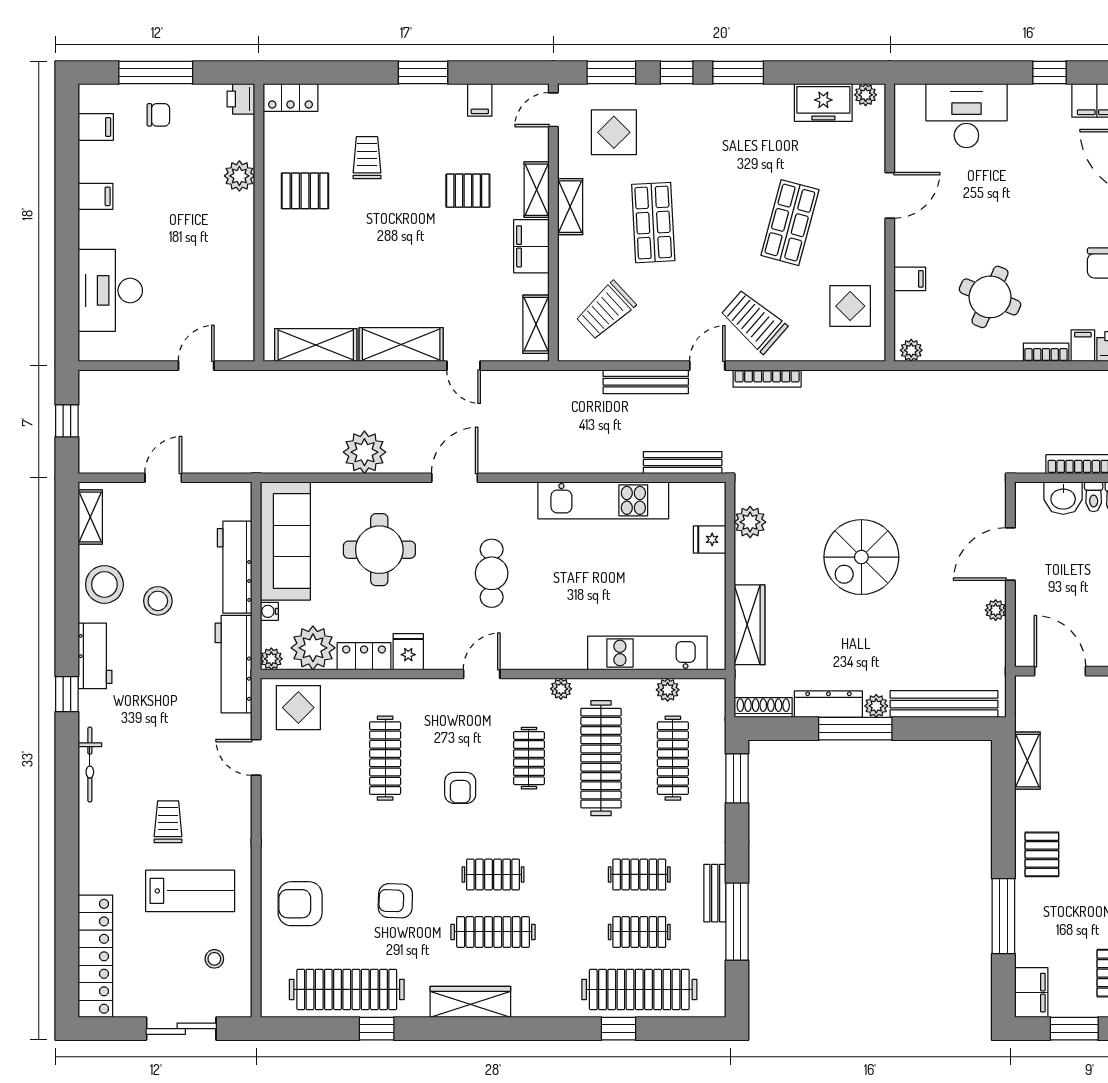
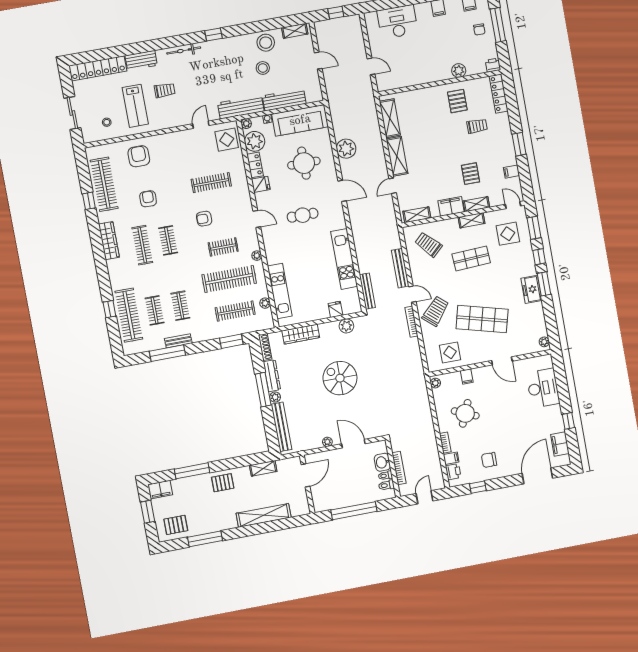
locker: (290, 98) -> (499, 94), width x1.53
freezer: (823, 103) -> (531, 289), moved
shop shelf: (790, 223) -> (482, 319), width x1.43, depth x1.36
workbench: (95, 656) -> (141, 60), moved

